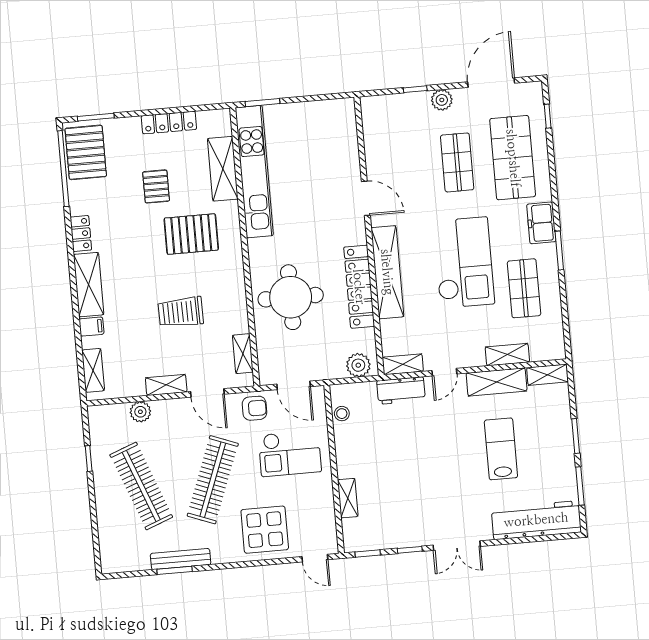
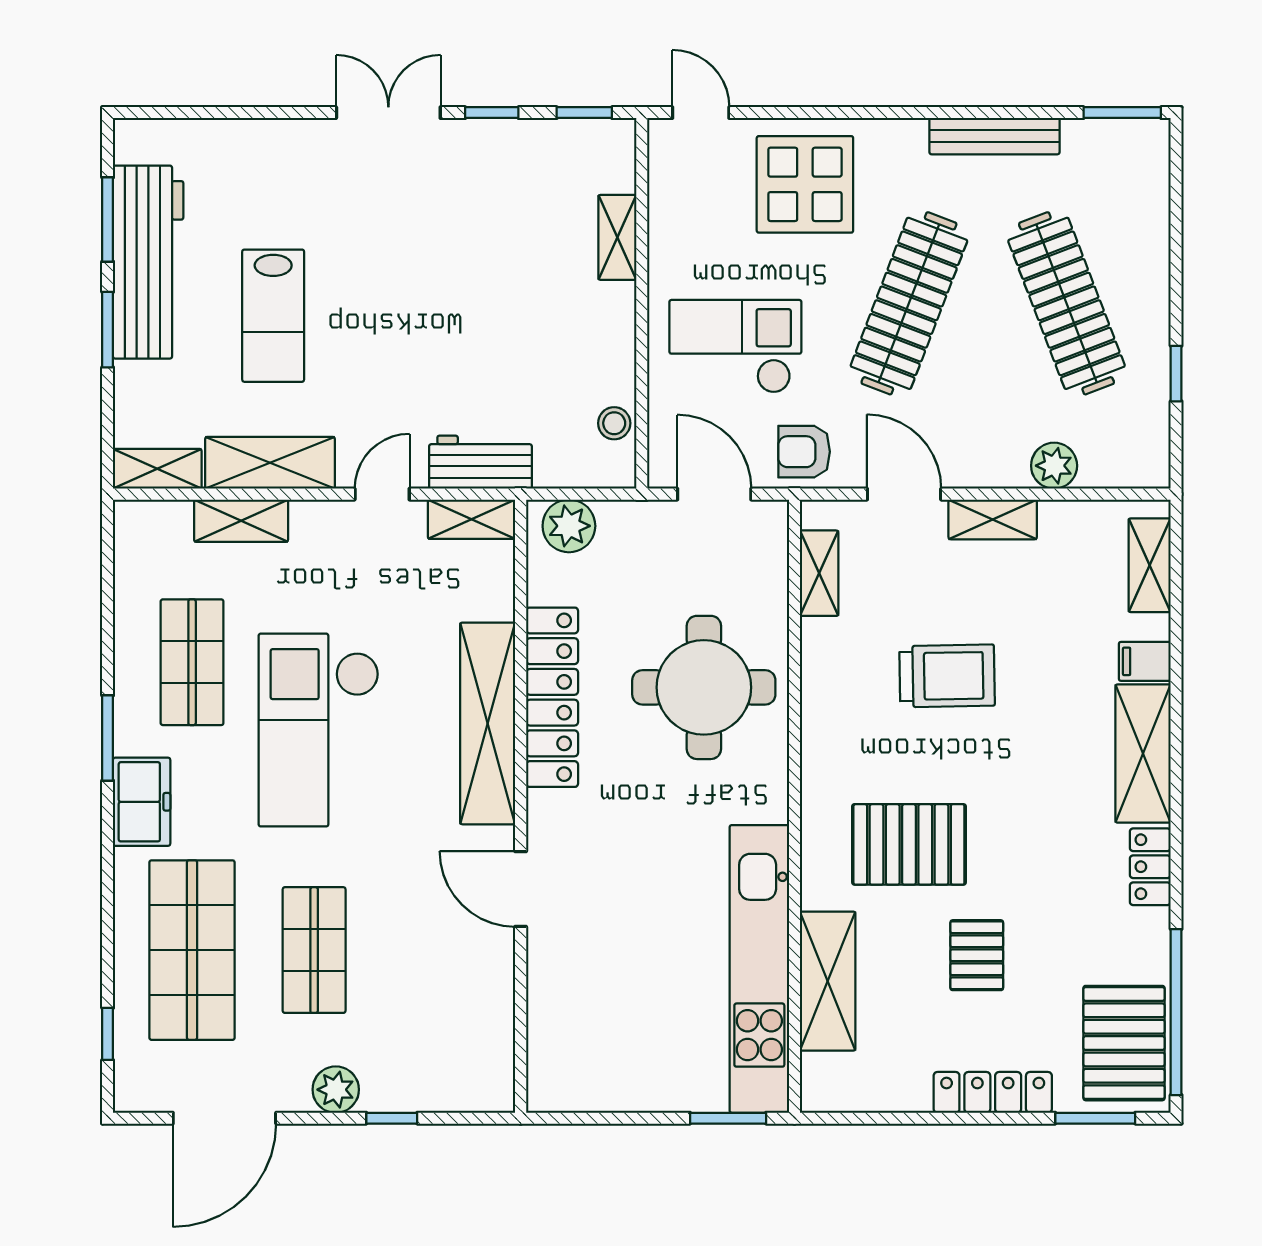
locker: (169, 123) -> (993, 1092), moved
workbench: (536, 520) -> (148, 262), moved, turned -90
window: (175, 570) -> (1122, 113), moved

